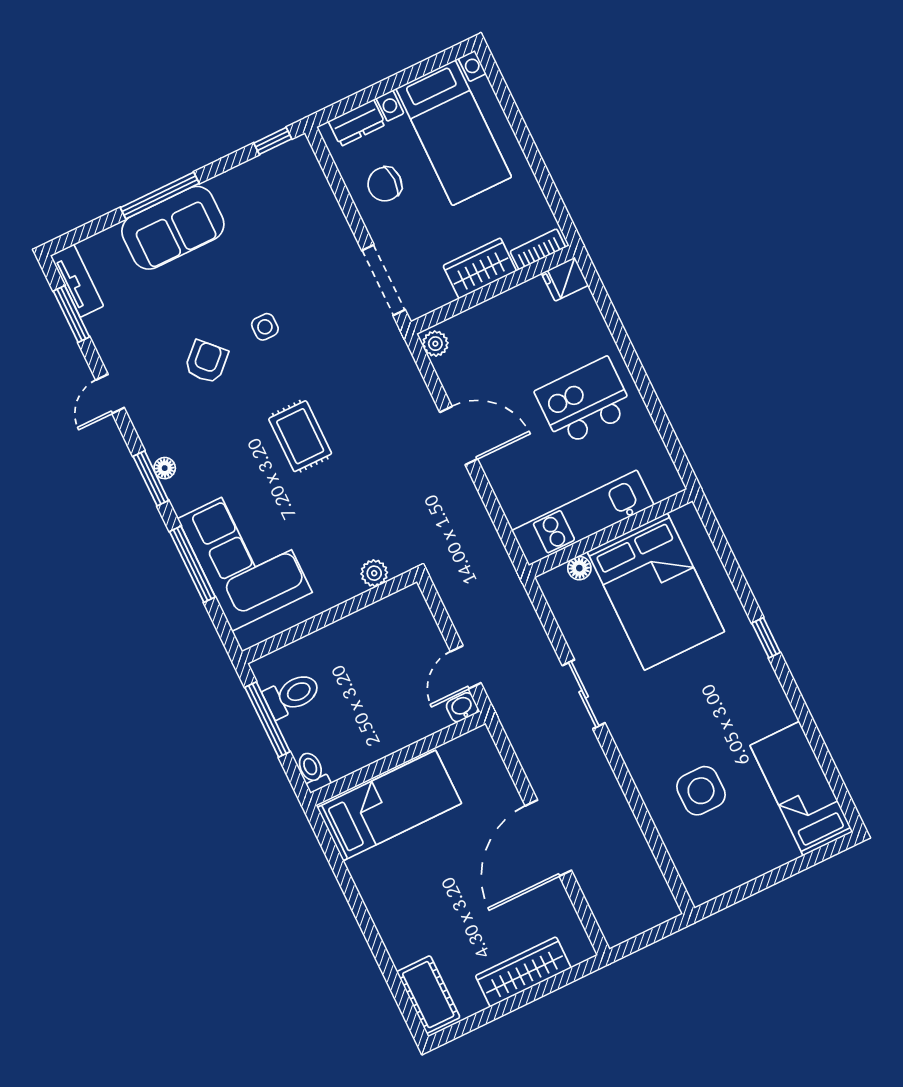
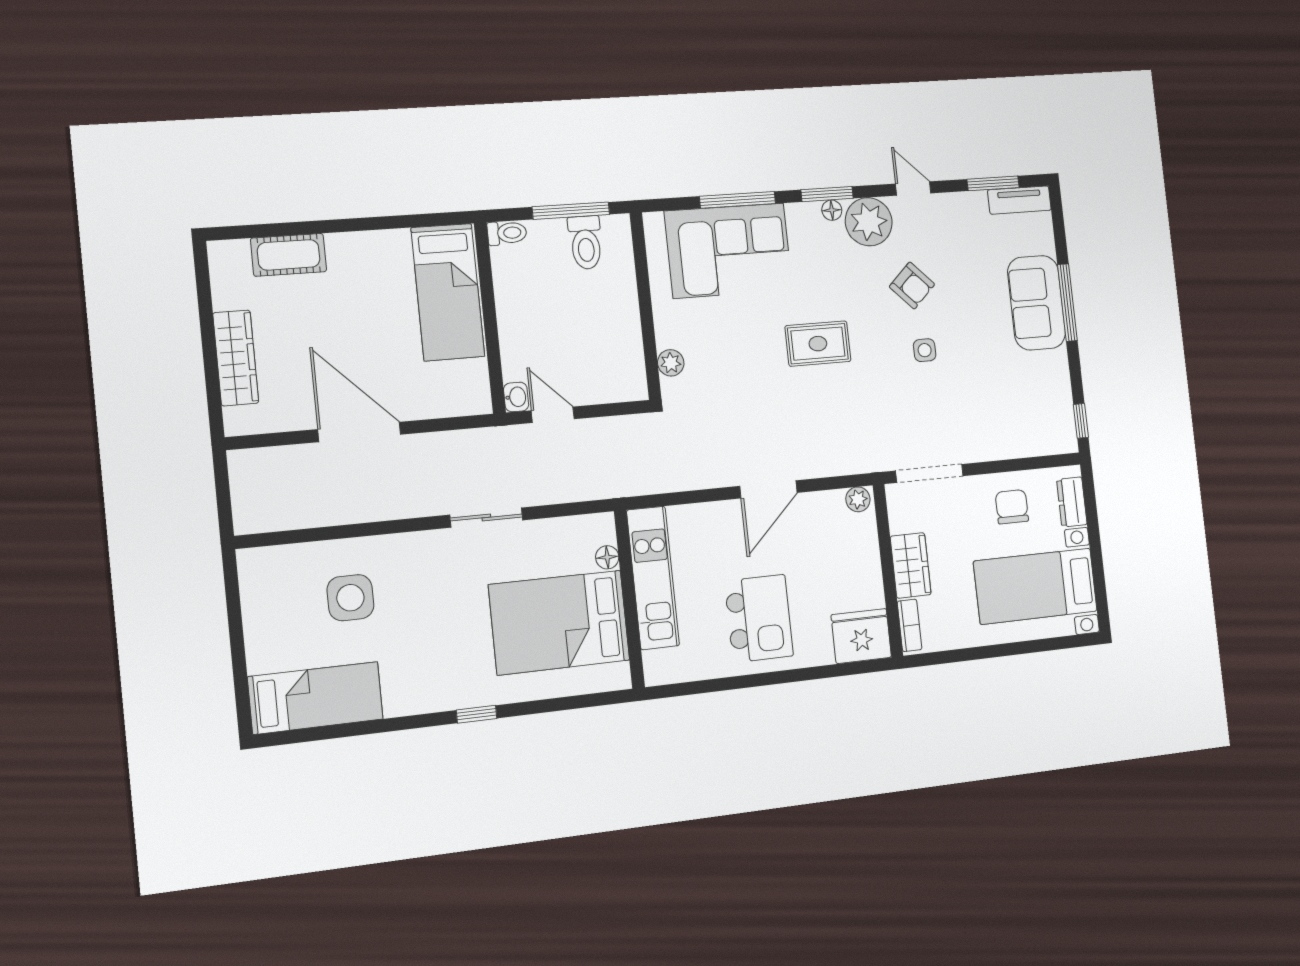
fridge: (565, 279) -> (861, 636), width x1.88, depth x1.34
plant: (161, 427) -> (869, 222), added
cot: (428, 995) -> (289, 255), moved

